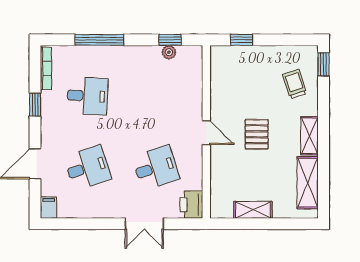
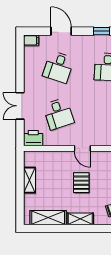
door: (206, 133) -> (82, 148), hinge flipped
pallet: (257, 134) -> (81, 183), turned 90
desk: (87, 168) -> (58, 67), turned 36

